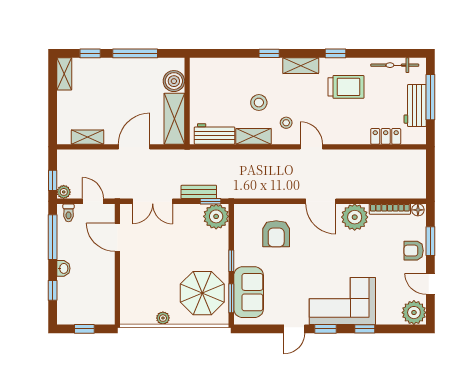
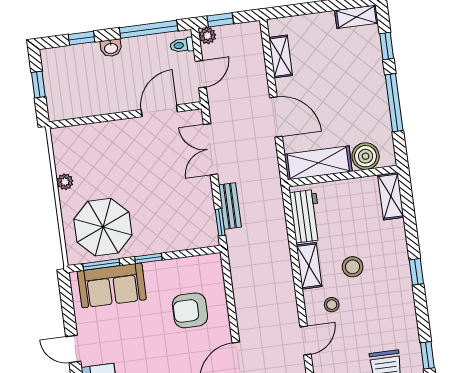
shelving: (301, 66) -> (391, 196), moved
plant: (216, 216) -> (202, 232), removed

